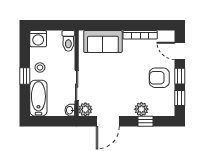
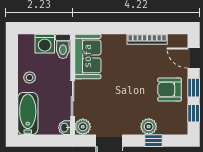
washing machine: (38, 39) -> (45, 44), moved
sofa: (103, 42) -> (88, 56), moved, turned -90
window: (25, 76) -> (12, 87), removed

